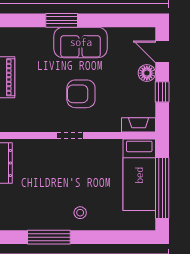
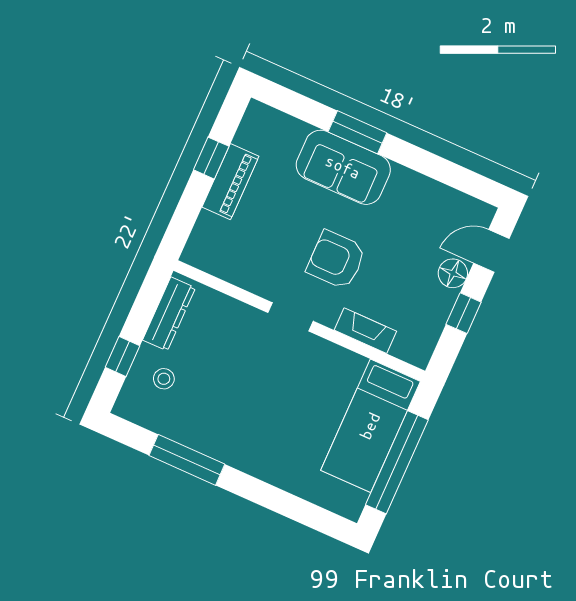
sofa: (81, 42) -> (343, 167), moved
door: (162, 52) -> (491, 251), hinge flipped
fireplace: (139, 125) -> (365, 331), moved
stool: (80, 213) -> (164, 379), moved

